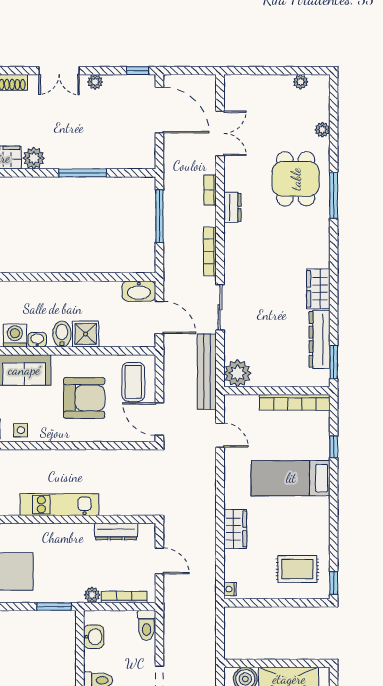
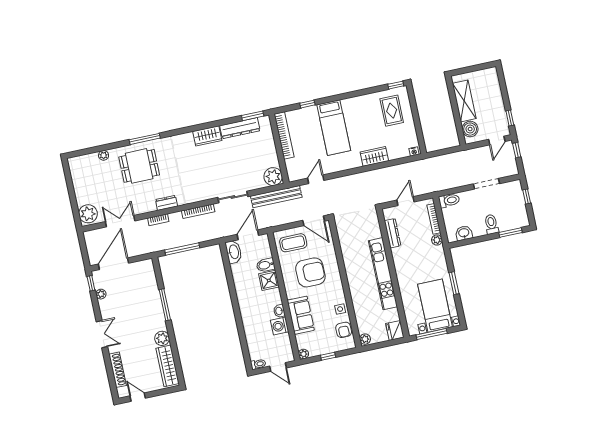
plant: (95, 82) -> (101, 294), moved
plant: (301, 82) -> (88, 214), moved, width x1.88, depth x1.88
bidet: (62, 334) -> (266, 265), moved
armchair: (84, 398) -> (310, 272), turned 90
door: (159, 419) -> (314, 221), hinge flipped
kitchen unit: (59, 505) -> (383, 274), width x1.36
window: (54, 607) -> (454, 283), moved

